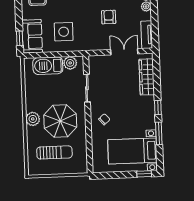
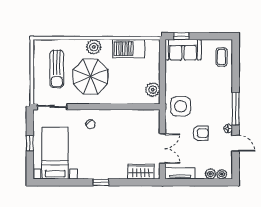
side table: (64, 32) -> (181, 106), moved
barbecue: (48, 66) -> (128, 49), moved, turned -90
wardrobe: (147, 77) -> (141, 172), width x0.67
sliding door: (87, 88) -> (52, 107), moved
window: (159, 133) -> (73, 182), removed
window: (144, 174) -> (30, 143), moved

